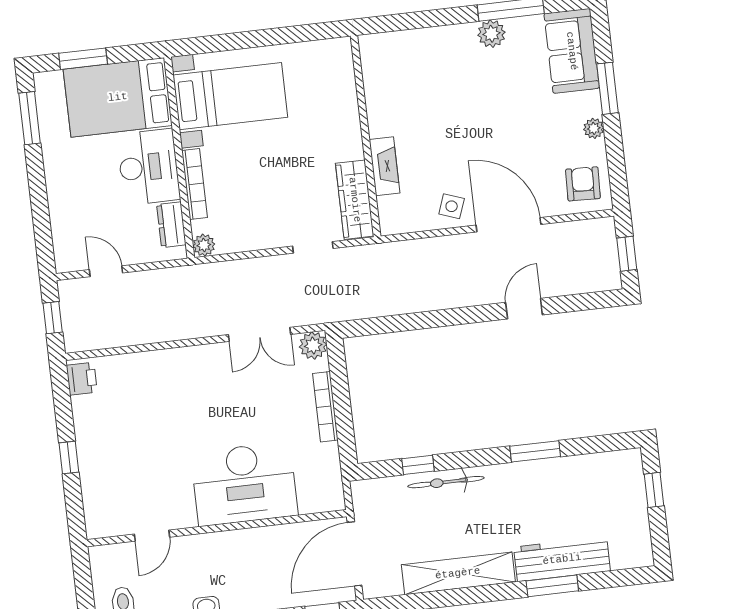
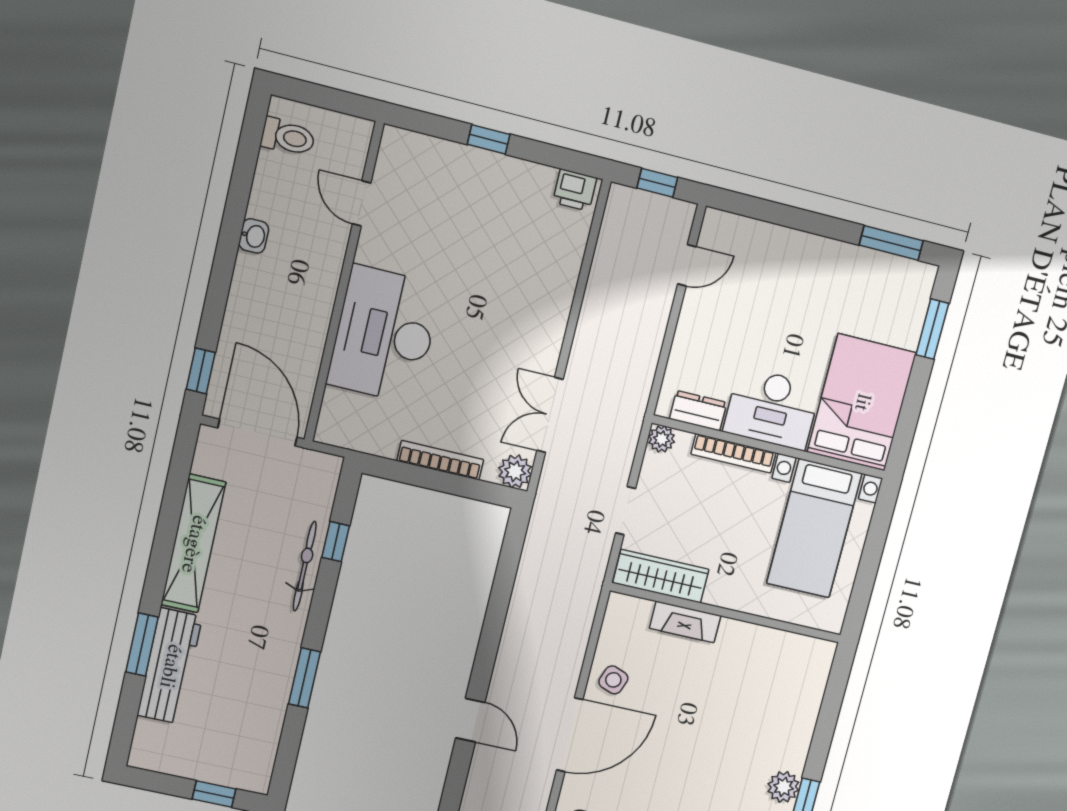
bed with nightstands: (230, 96) -> (814, 528), moved
bed: (118, 97) -> (862, 402), moved
wall: (179, 158) -> (769, 447), moved
desk: (149, 167) -> (772, 409), moved
bookcase: (194, 184) -> (733, 453), moved
dresser: (171, 225) -> (698, 411), moved
plant: (204, 245) -> (662, 439), moved

